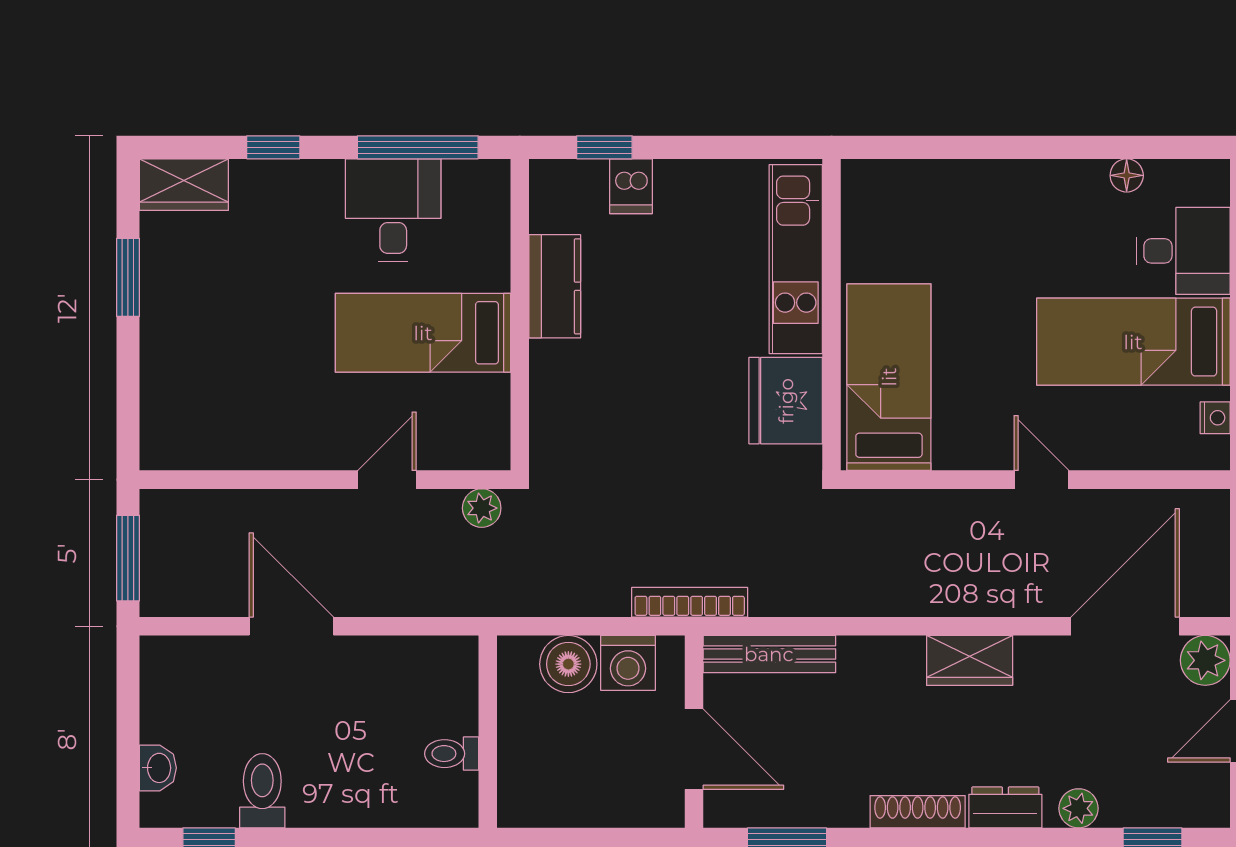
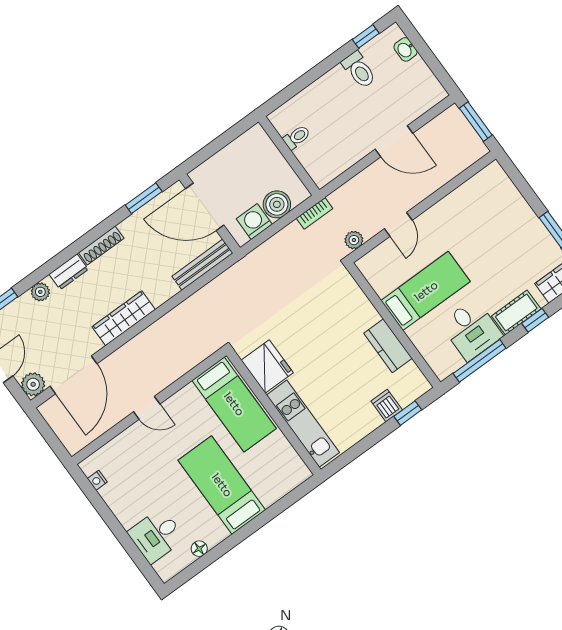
cot: (296, 184) -> (516, 312), added
bed: (1133, 342) -> (222, 485), moved, turned -90
bookcase: (690, 602) -> (314, 213), moved, width x0.64
wardrobe: (970, 660) -> (124, 318), width x1.50
door: (694, 749) -> (205, 207), width x1.36

